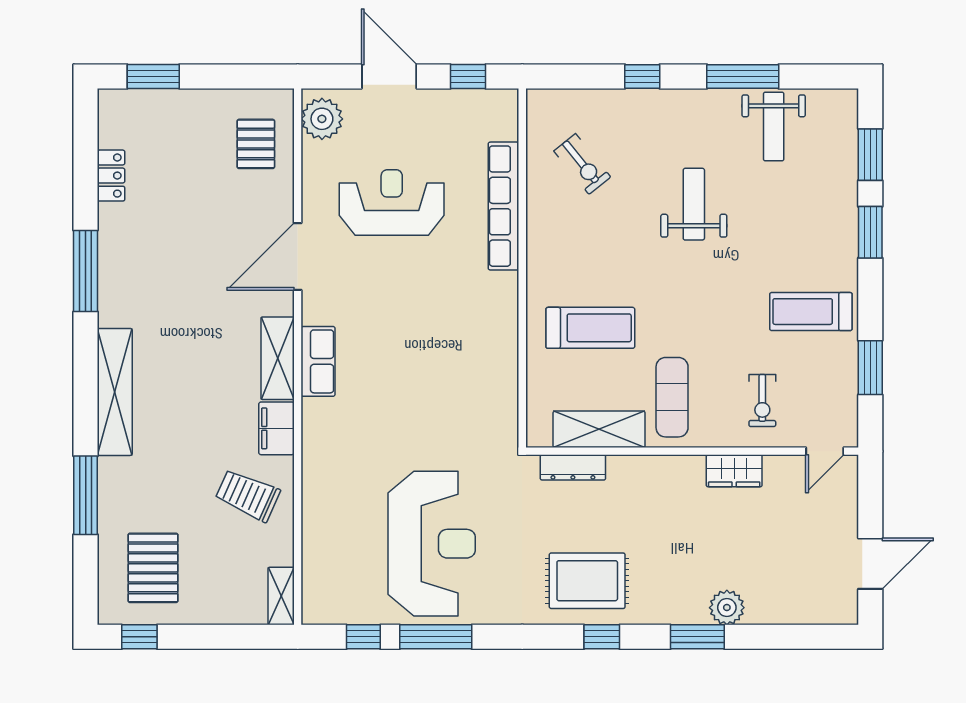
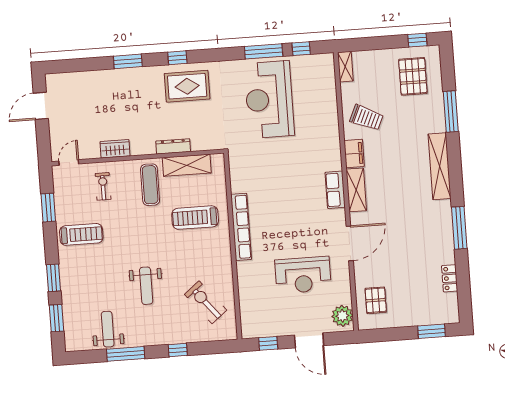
exercise bike: (582, 164) -> (206, 302), width x1.38, depth x1.39
row of seats: (504, 206) -> (241, 227), moved
dresser: (573, 467) -> (173, 146), moved
plant: (727, 608) -> (114, 78), removed

